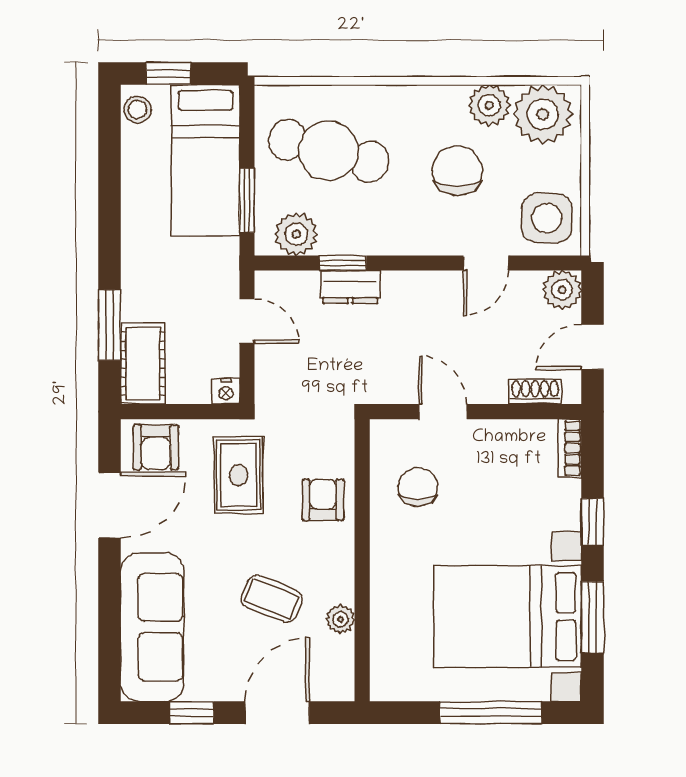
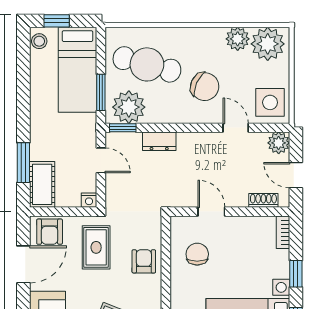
chair: (457, 170) -> (205, 87), moved, turned 114
plant: (296, 234) -> (129, 107), width x1.36, depth x1.36
window: (343, 263) -> (123, 128), moved
door: (486, 263) -> (236, 128), swing flipped
door: (593, 347) -> (296, 175), hinge flipped

